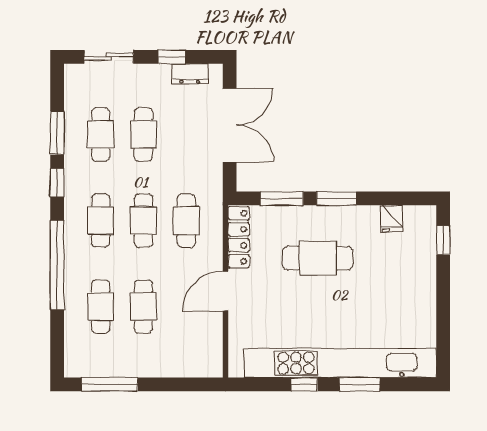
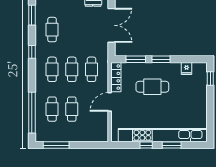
window: (57, 133) -> (32, 15), moved
cafe table: (143, 135) -> (72, 30), removed
window: (57, 265) -> (32, 113), moved

